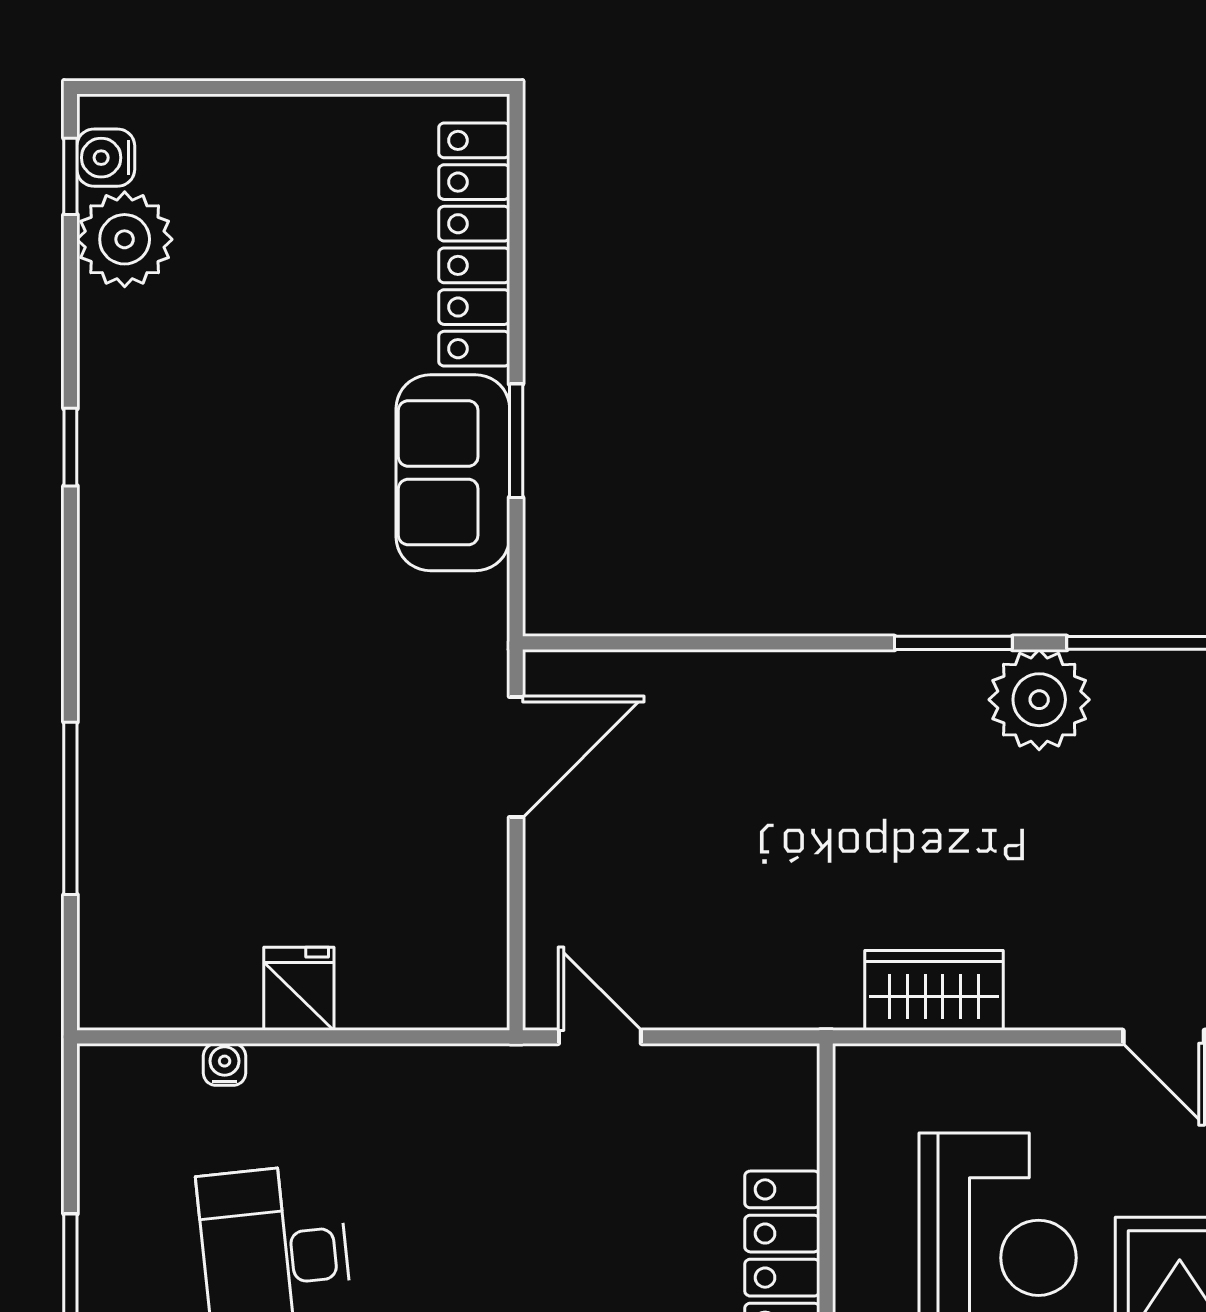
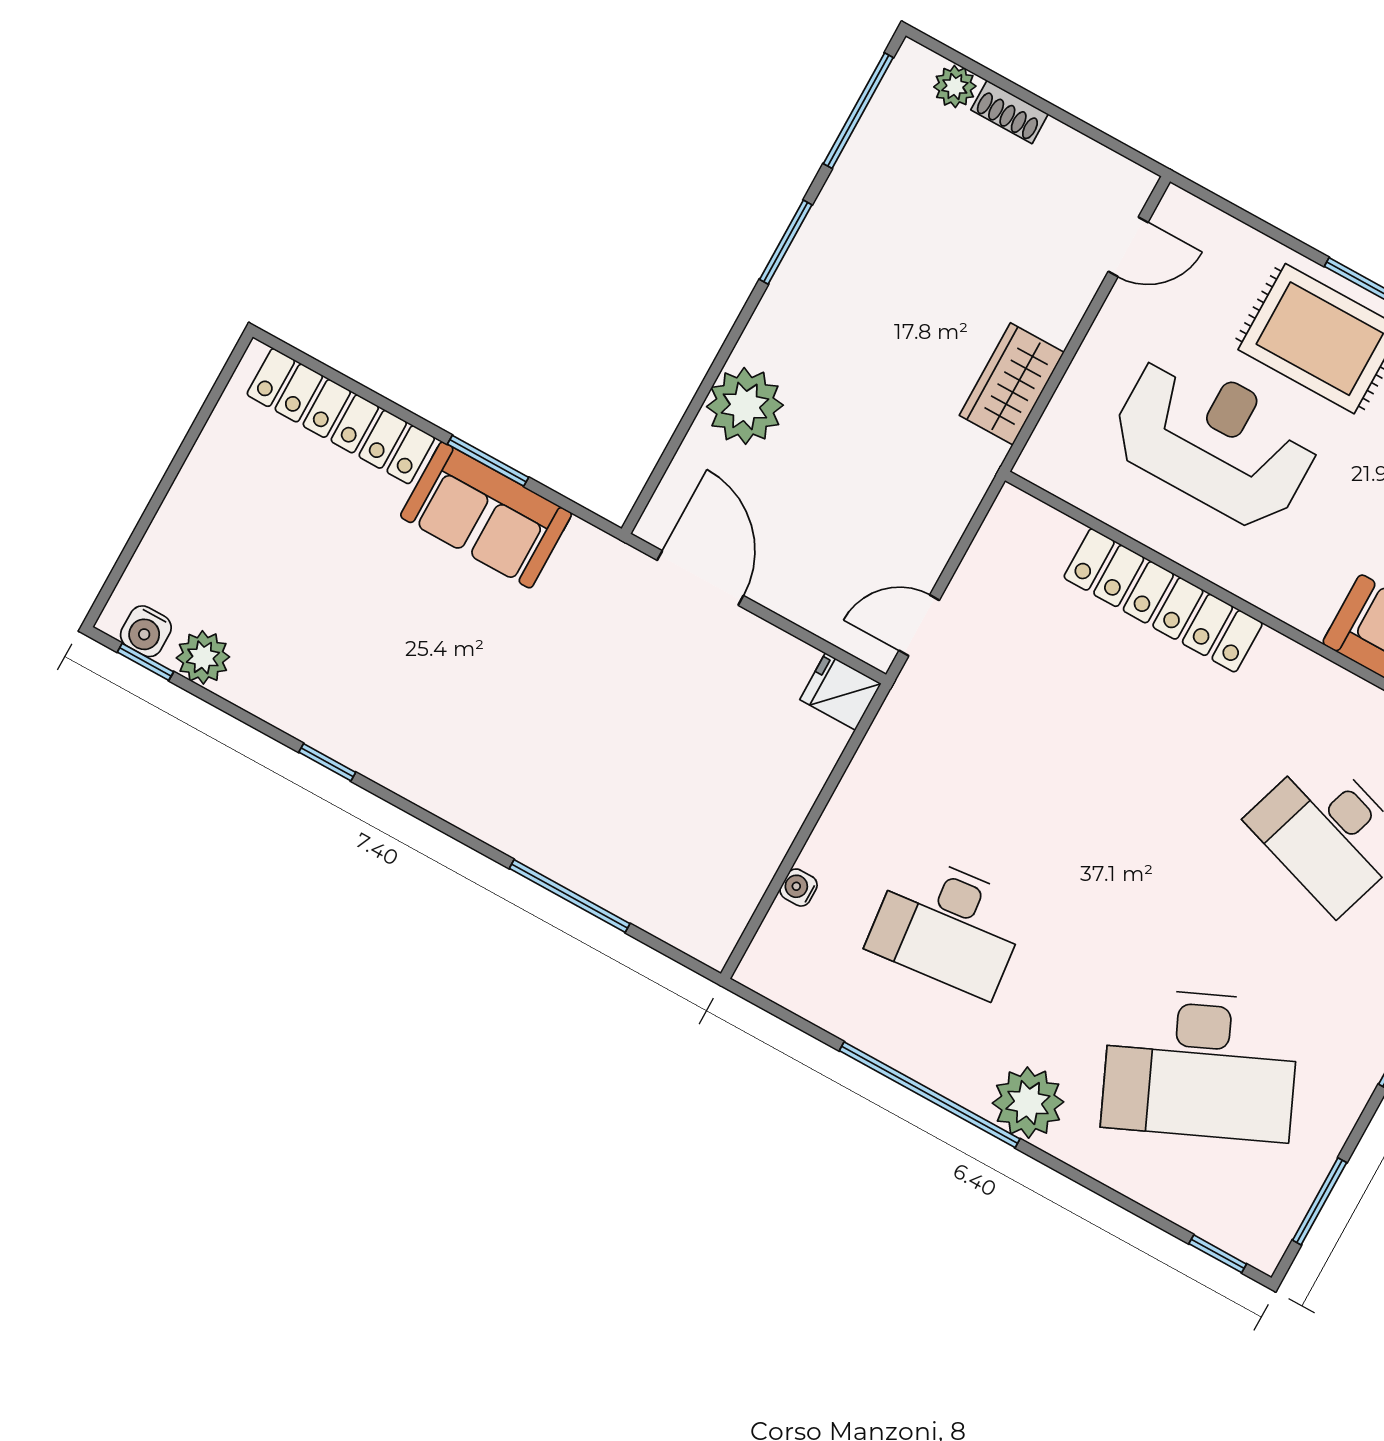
plant: (125, 239) -> (203, 657), width x0.73, depth x0.73
plant: (1039, 700) -> (745, 406), moved
fridge: (299, 989) -> (840, 692), moved

